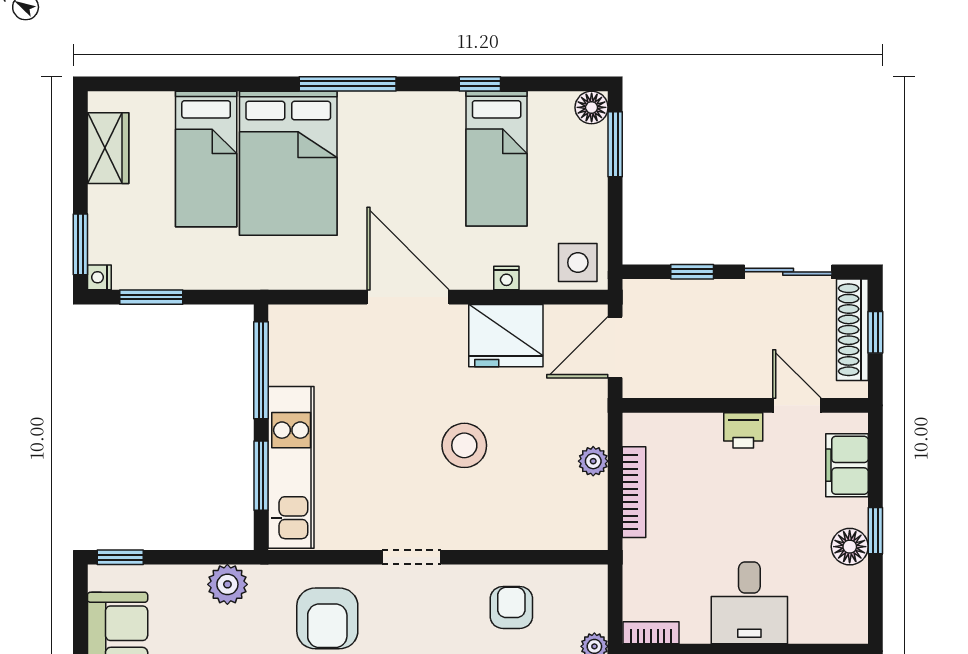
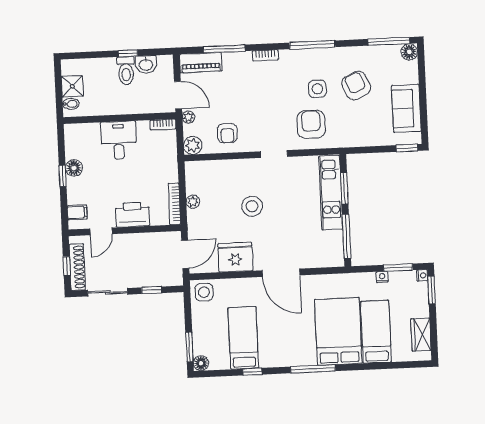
nightstand: (506, 278) -> (382, 277), moved
door: (797, 405) -> (101, 231), hinge flipped
printer: (743, 430) -> (133, 215), width x1.87, depth x1.48
filing cabinet: (847, 465) -> (77, 212), width x0.50
bookcase: (634, 492) -> (174, 204), moved
plant: (227, 584) -> (193, 145), moved

